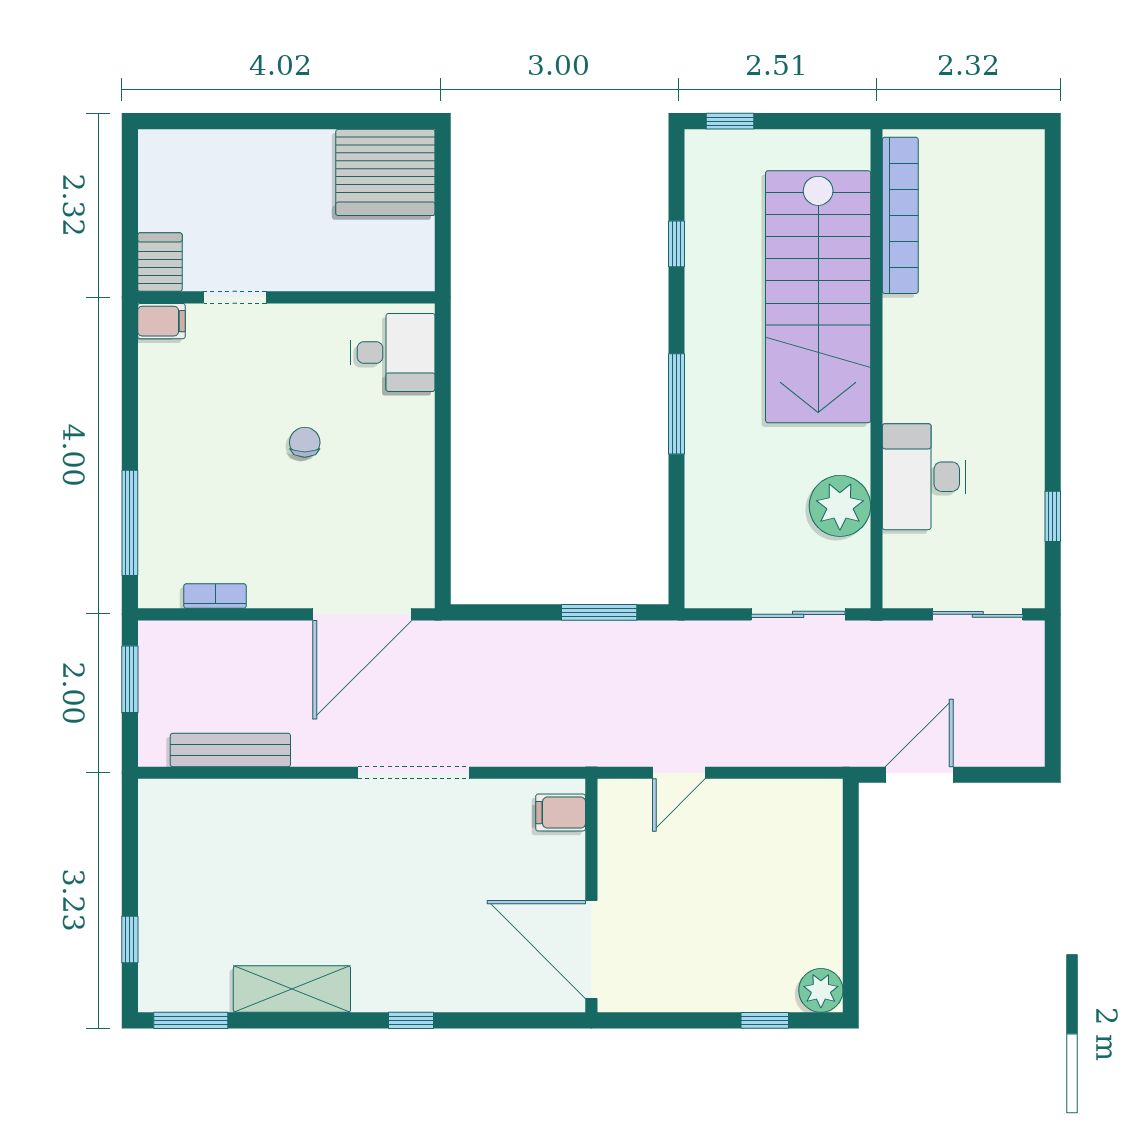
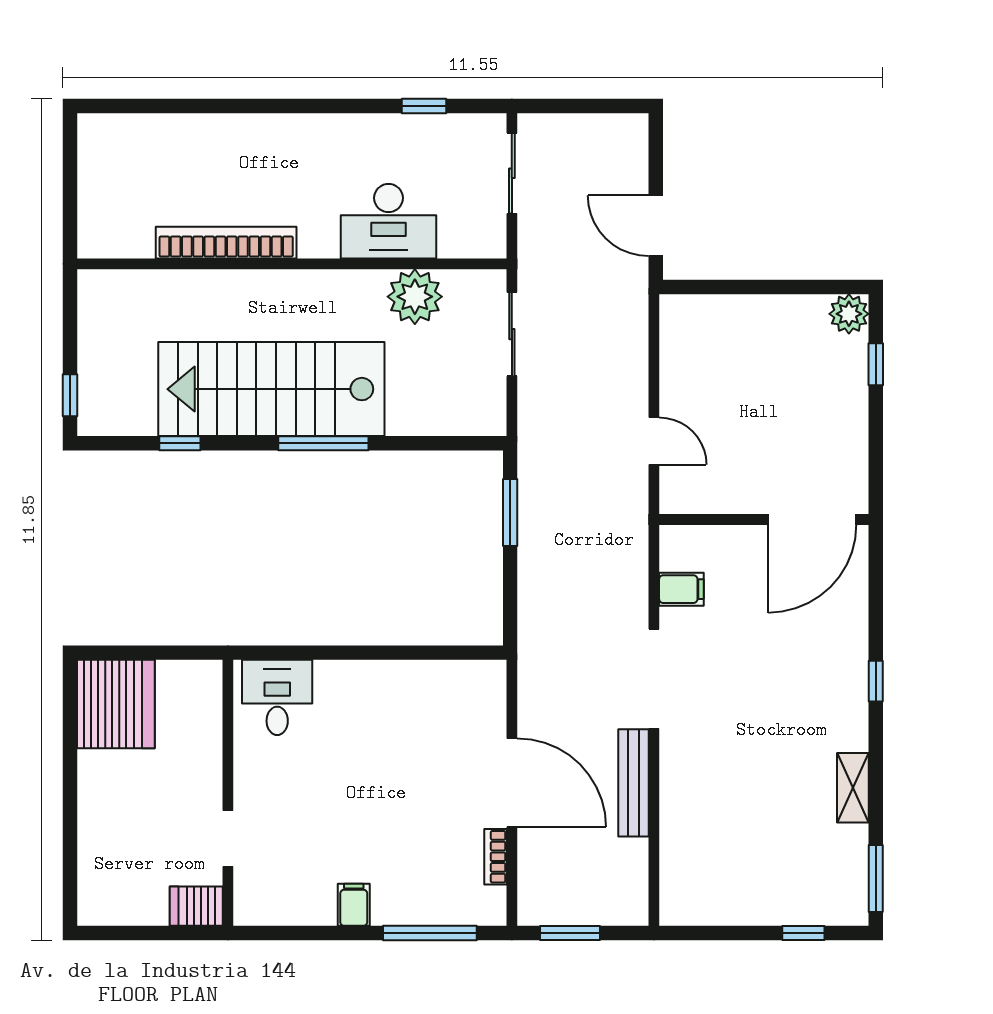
bookcase: (900, 215) -> (226, 243), moved
stairs: (818, 297) -> (271, 389), moved, turned 180
filing cabinet: (161, 321) -> (354, 905), moved
chair: (305, 442) -> (358, 776), removed
door: (362, 614) -> (512, 783), moved
bench: (230, 750) -> (633, 783), moved
filing cabinet: (561, 813) -> (681, 589), moved, turned -90
shelving: (292, 989) -> (853, 788), width x0.67, depth x0.75

